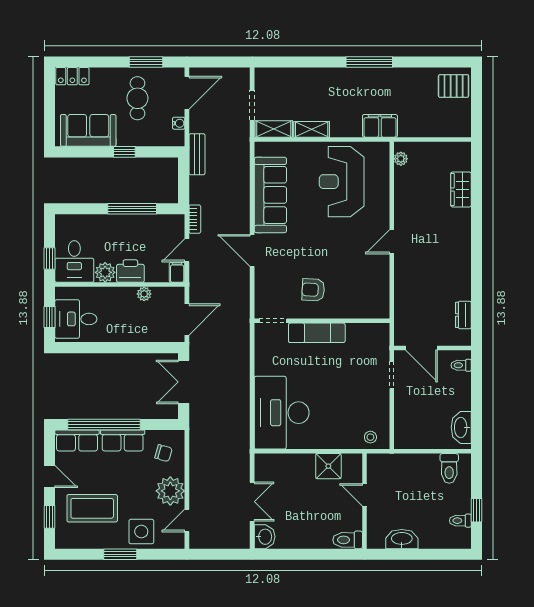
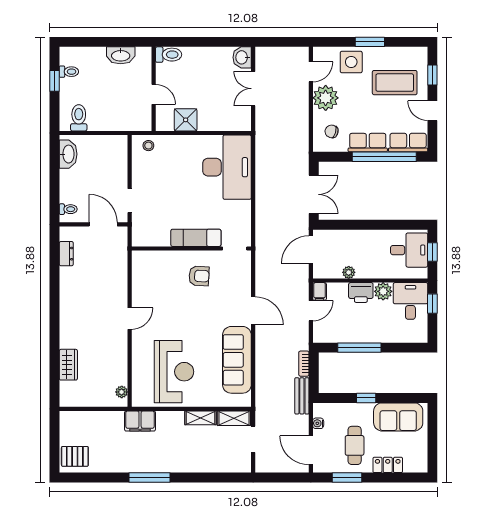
locker: (72, 76) -> (388, 465), moved
door: (187, 93) -> (311, 450), hinge flipped
bookcase: (195, 219) -> (304, 364), moved

